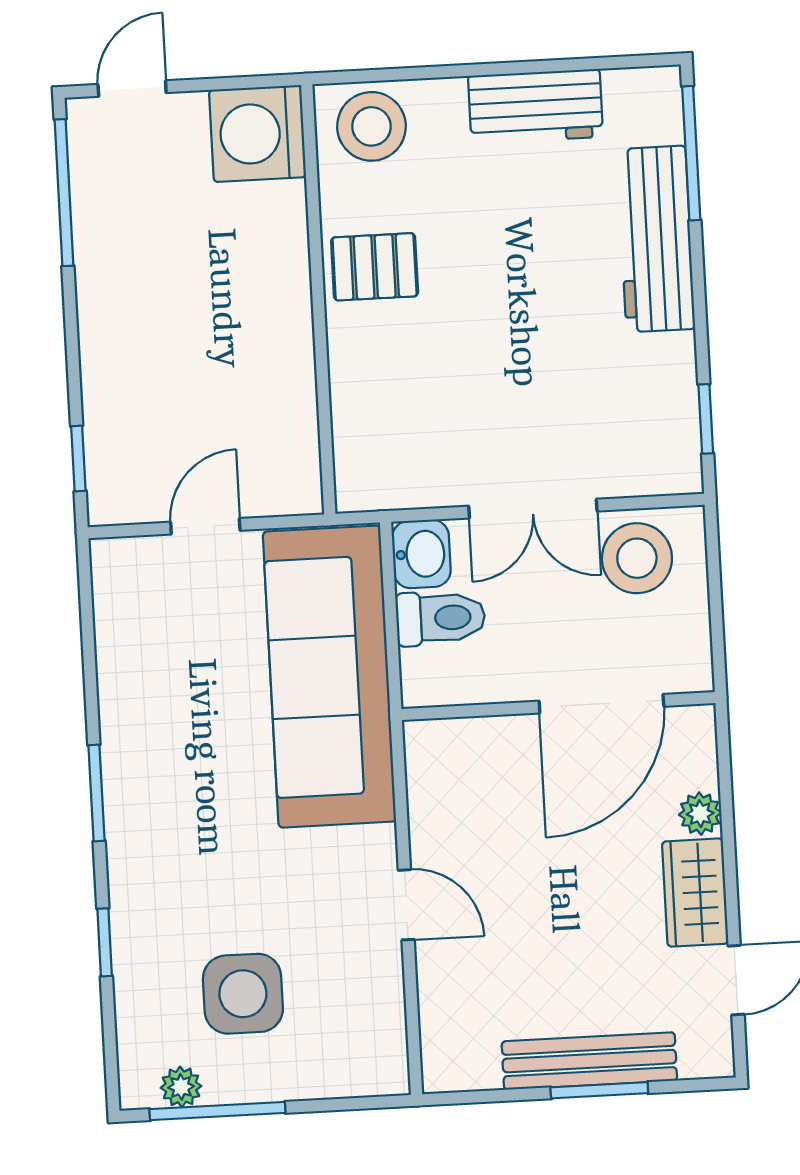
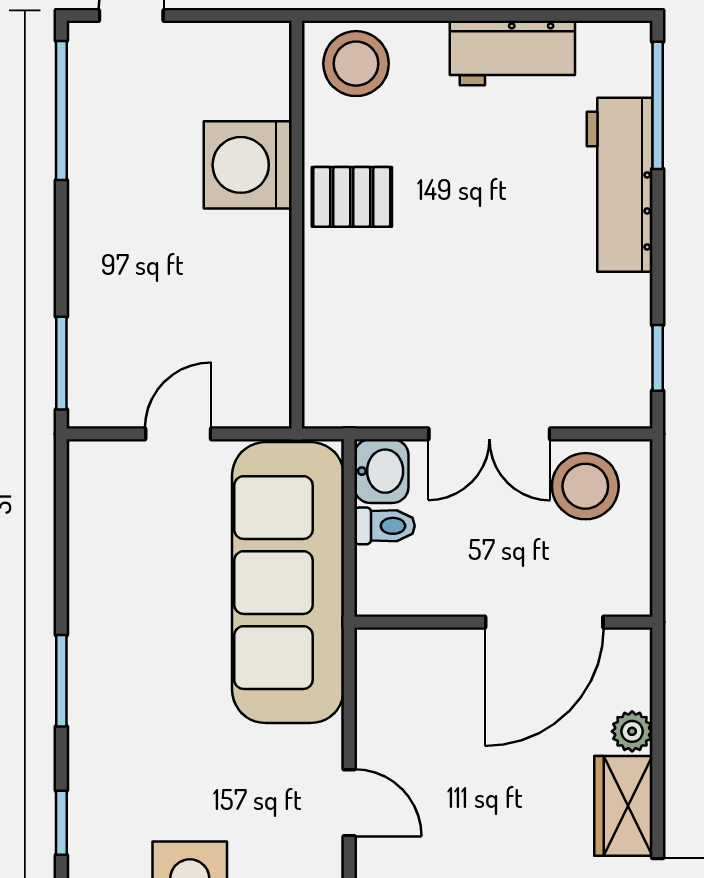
washing machine: (257, 134) -> (248, 165), moved
window: (78, 459) -> (61, 363), width x1.50
toilet: (440, 618) -> (385, 526), width x0.73, depth x0.72

